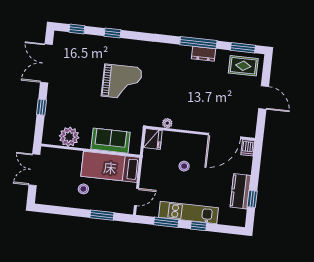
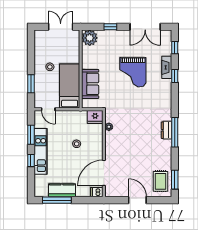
fireplace: (101, 42) -> (167, 67), added
window: (198, 43) -> (175, 132), moved
dresser: (204, 54) -> (166, 130), moved
double door: (46, 63) -> (145, 27), swing flipped
grand piano: (122, 82) -> (133, 72), moved
door: (264, 97) -> (137, 200), swing flipped
door: (224, 136) -> (104, 173), hinge flipped
plant: (69, 137) -> (90, 38), moved
window: (252, 199) -> (57, 200), width x2.17

